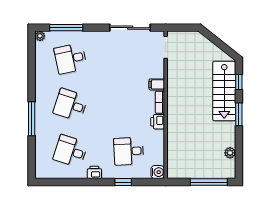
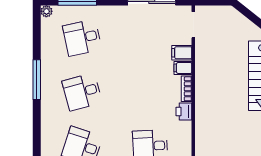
filing cabinet: (156, 71) -> (182, 53), added
desk: (70, 105) -> (82, 92), turned -33
window: (32, 119) -> (37, 80), moved

